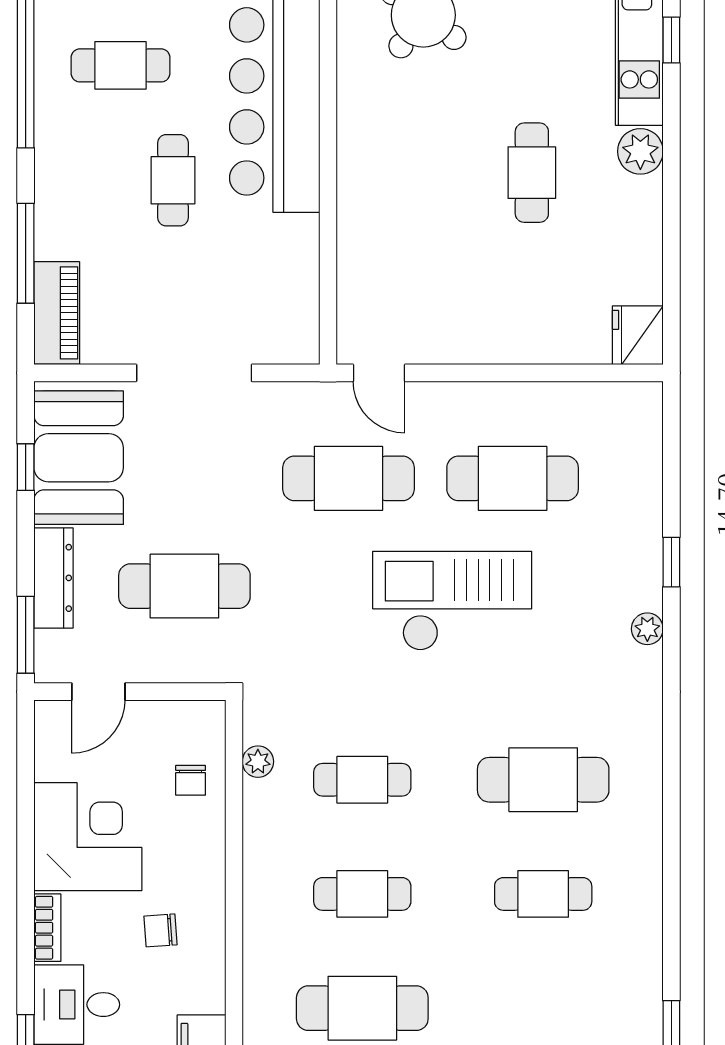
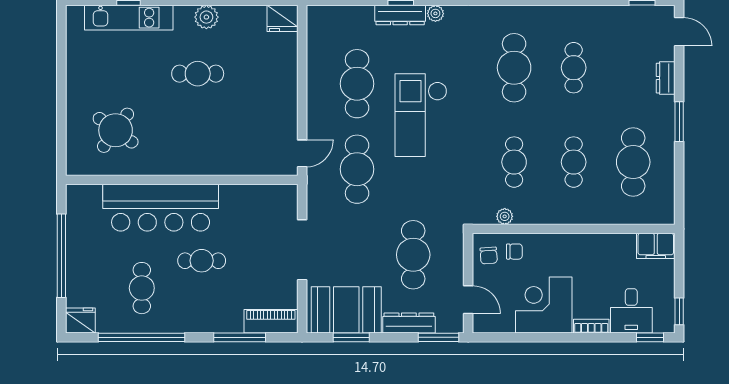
plant: (640, 151) -> (206, 17), moved
window: (26, 467) -> (351, 337), width x1.50
dresser: (644, 561) -> (400, 15), added
chair: (161, 930) -> (489, 256), moved

